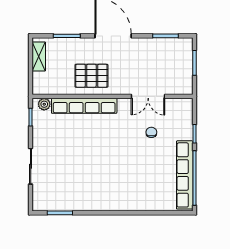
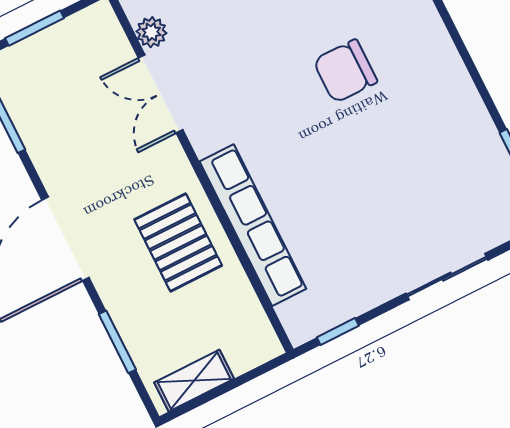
double door: (148, 96) -> (161, 94), swing flipped
plant: (44, 104) -> (151, 32), moved
chair: (151, 132) -> (345, 71), moved, width x1.87, depth x1.87

